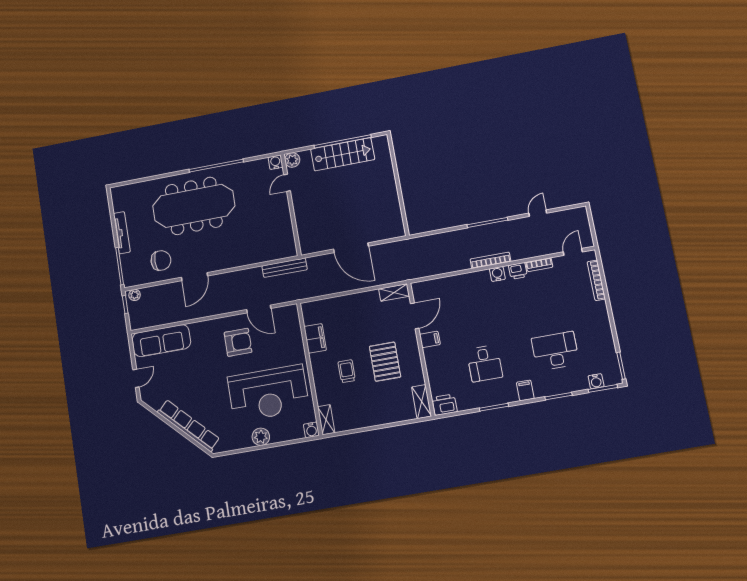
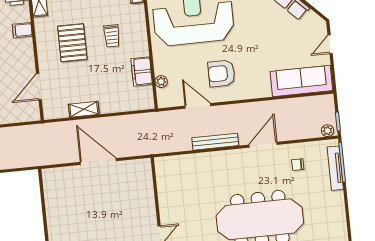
tv unit: (122, 233) -> (335, 168), moved
chair: (161, 260) -> (298, 165), width x0.54, depth x0.54
bench: (285, 268) -> (215, 142), moved
shelving: (394, 293) -> (84, 109), moved
plant: (296, 330) -> (161, 82), added
filing cabinet: (430, 339) -> (22, 30), moved

